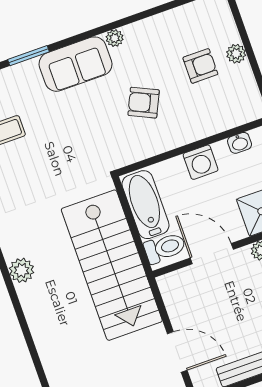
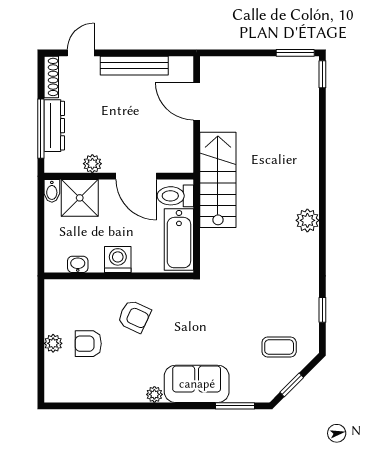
armchair: (144, 103) -> (134, 316), moved
stairs: (112, 265) -> (218, 180), width x0.73, depth x0.66

